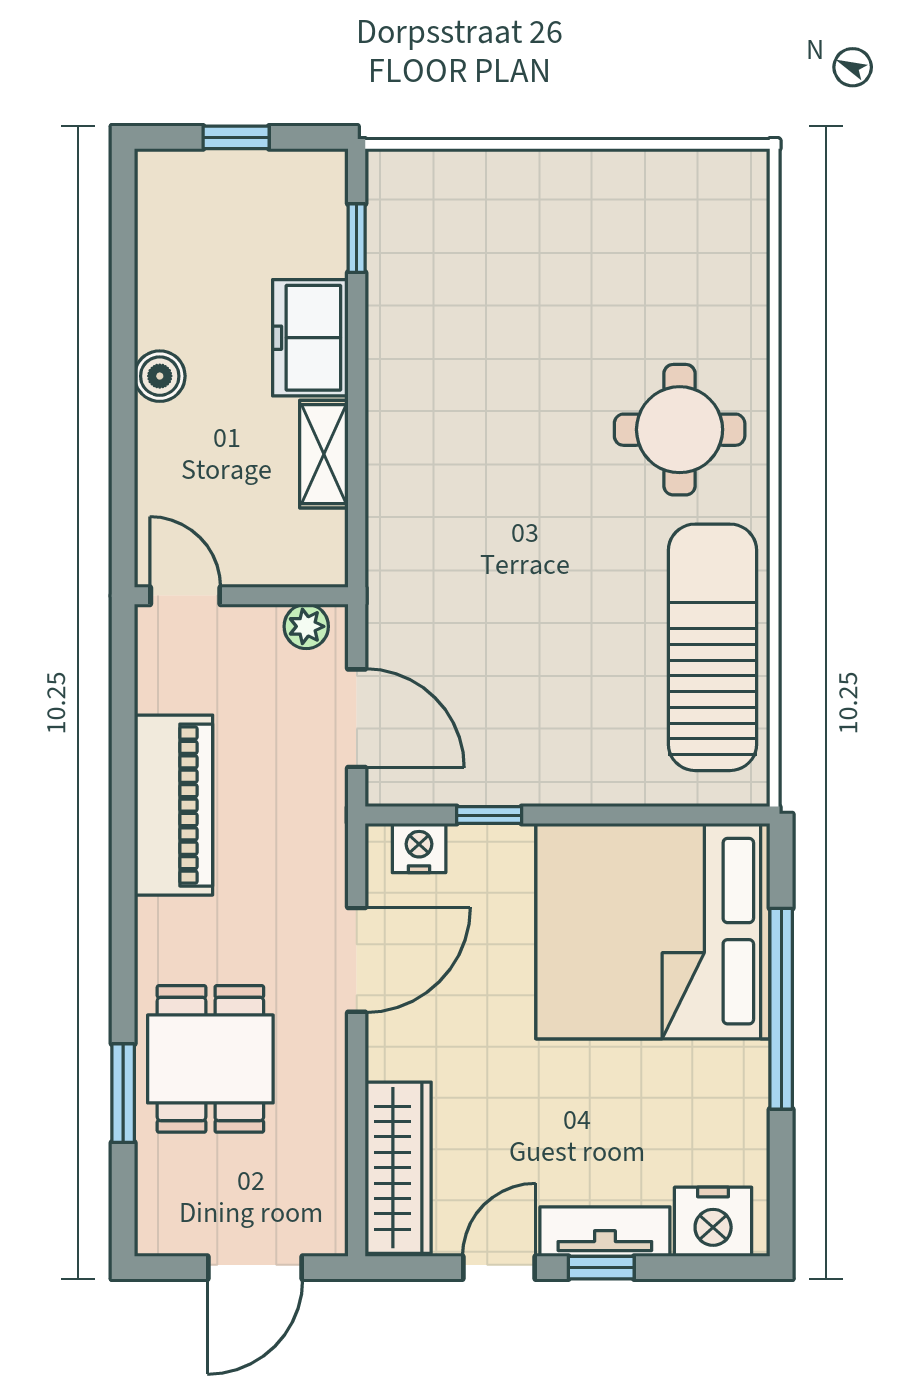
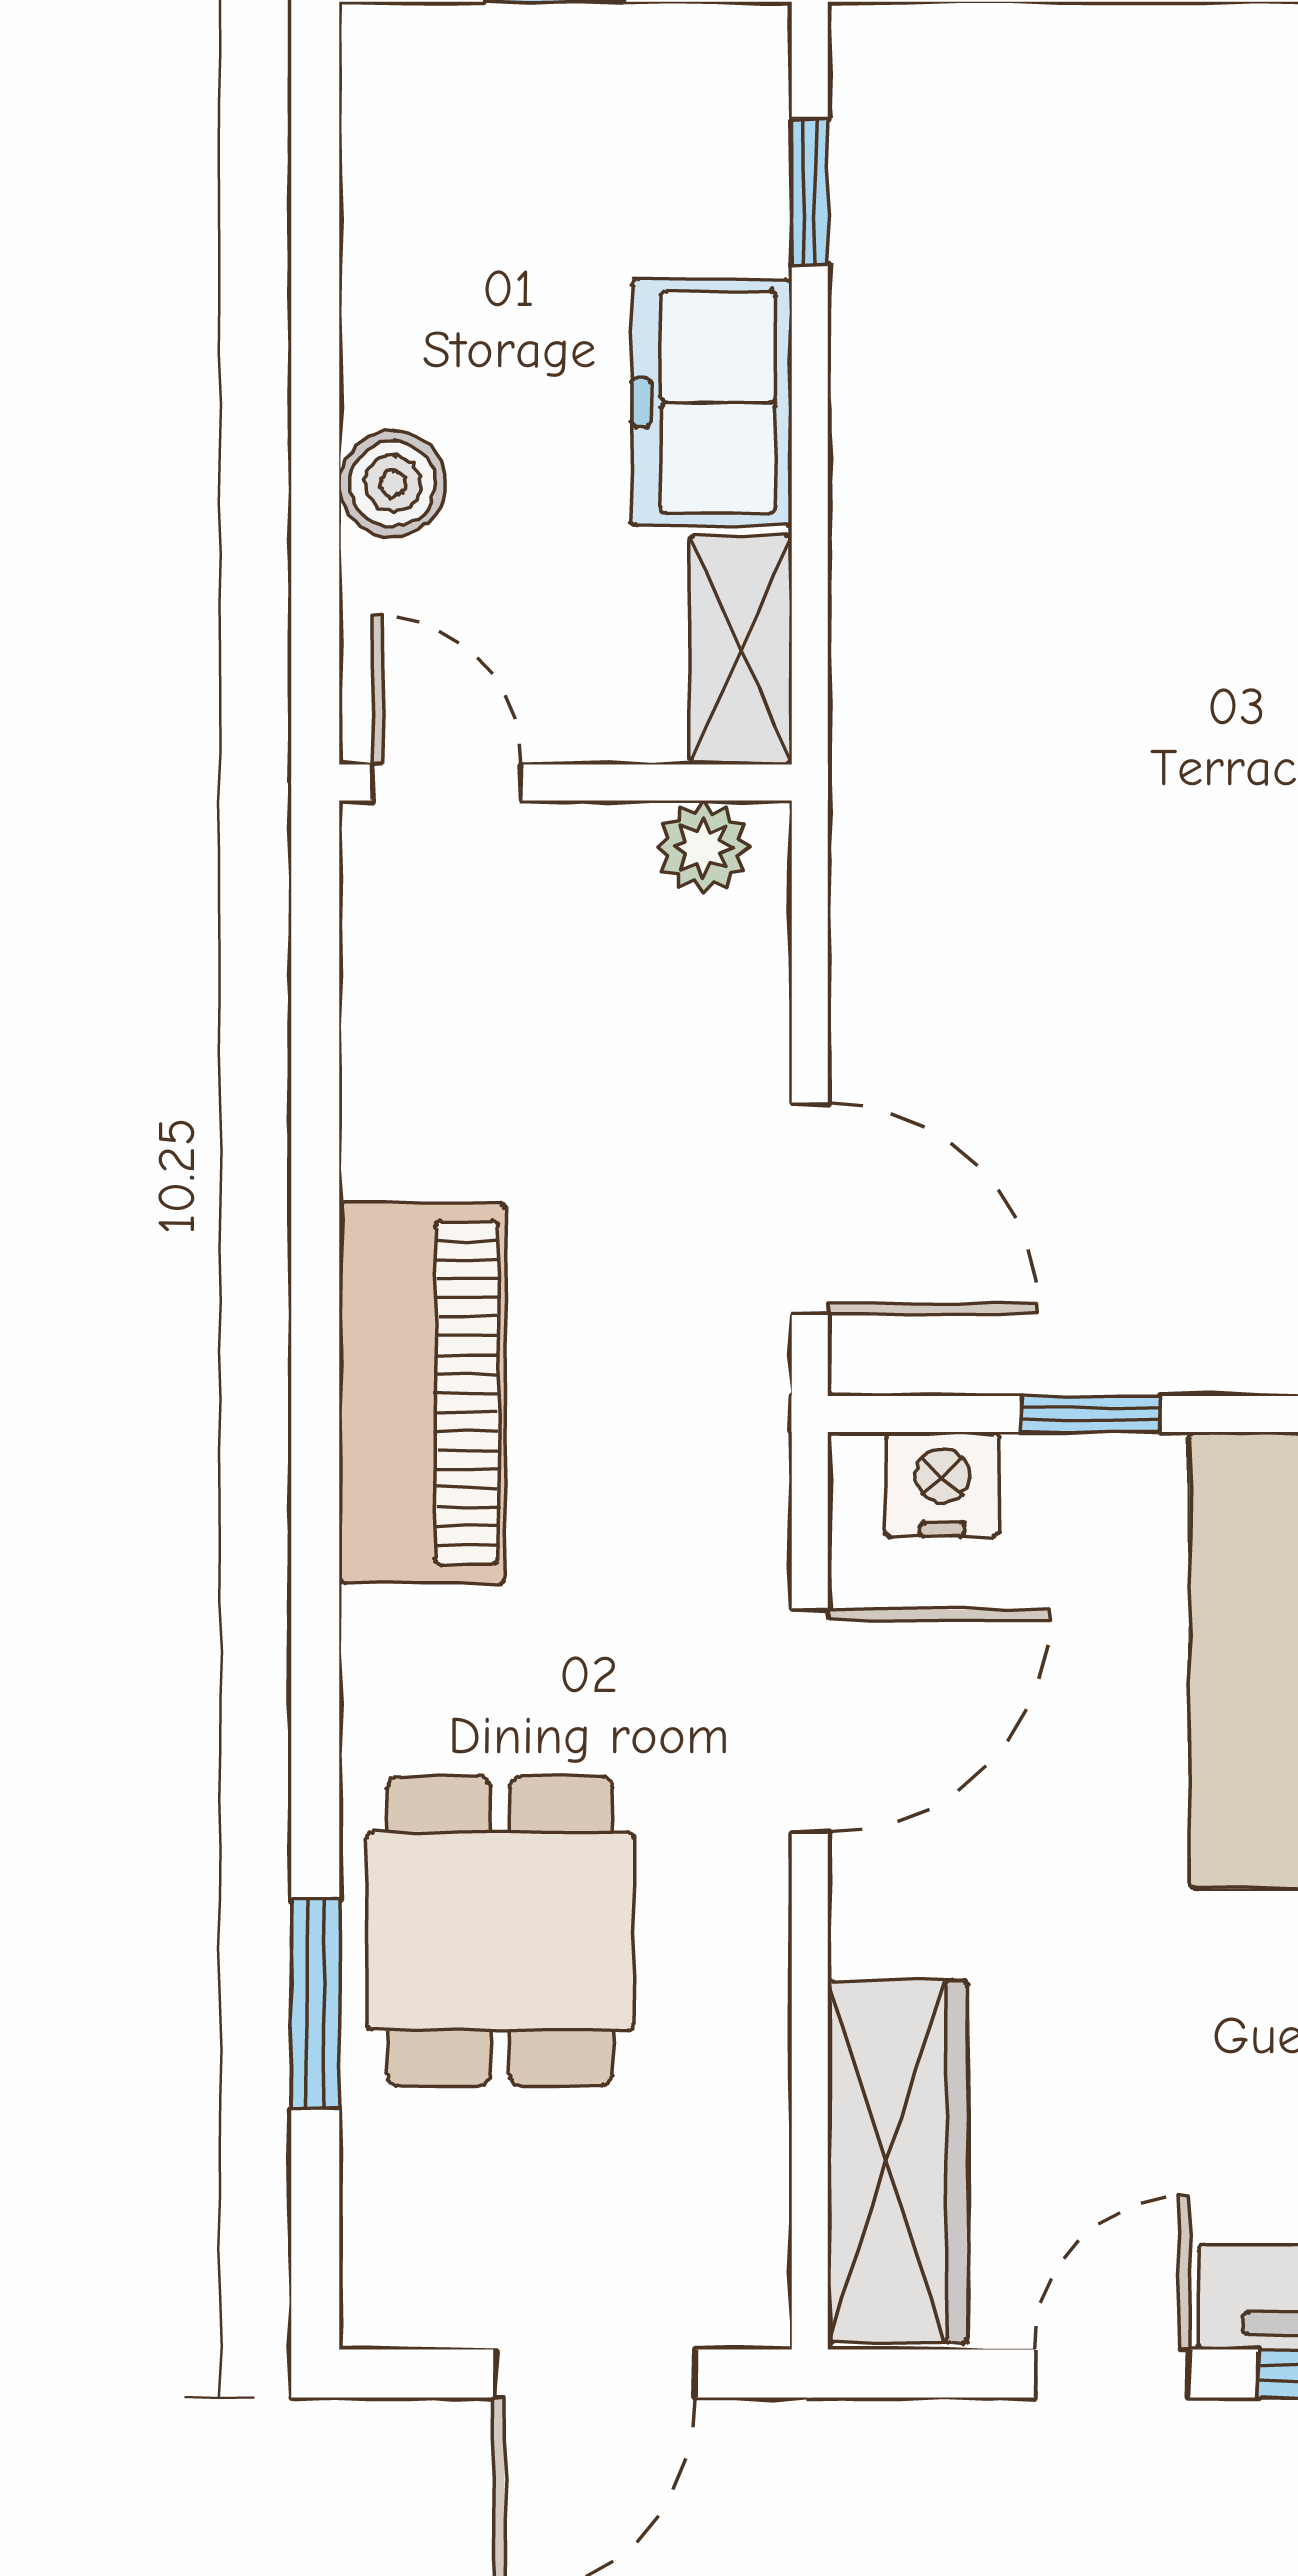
door: (185, 596) -> (447, 782), moved
wall: (241, 596) -> (566, 782), moved
plant: (306, 626) -> (703, 847), moved

